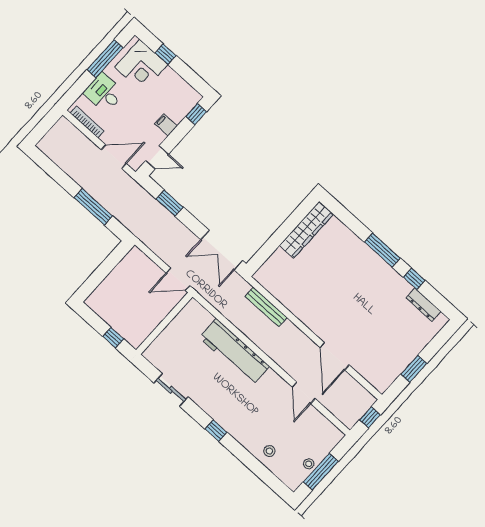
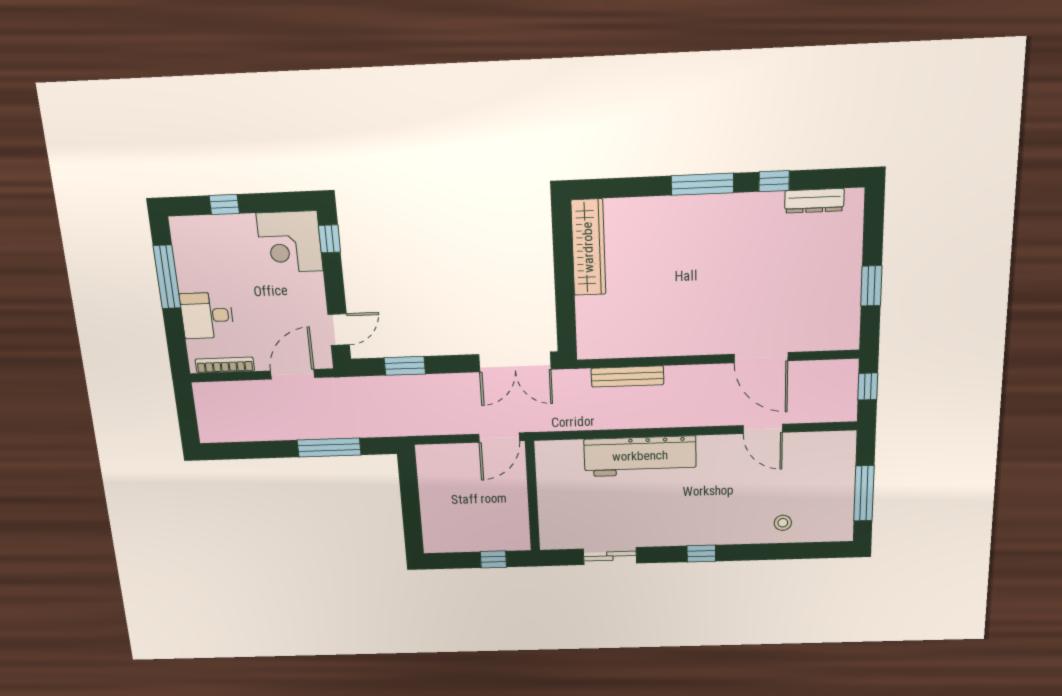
corner desk: (141, 66) -> (290, 242), moved, turned 90
filing cabinet: (166, 125) -> (310, 284), removed
stool: (309, 464) -> (842, 497), removed

